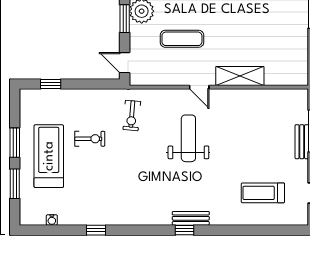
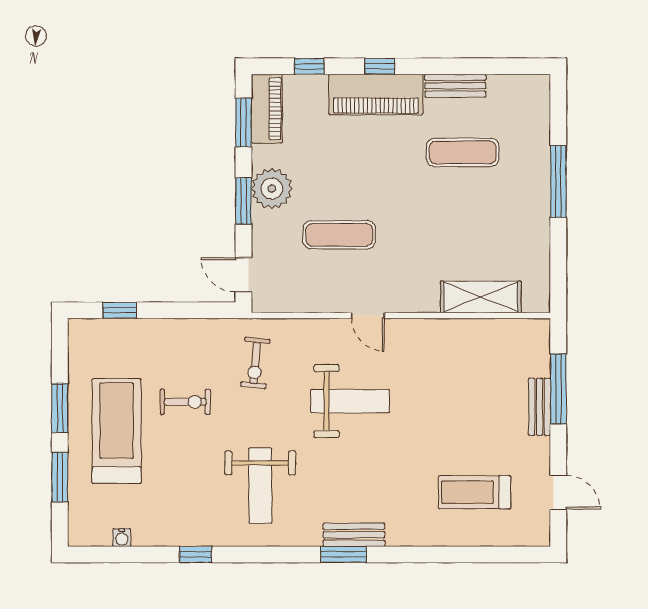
shelving: (240, 76) -> (481, 297), moved
weight bench: (188, 138) -> (350, 401), turned 90
weight bench: (135, 189) -> (260, 486), added
window: (184, 230) -> (343, 554), width x1.50

